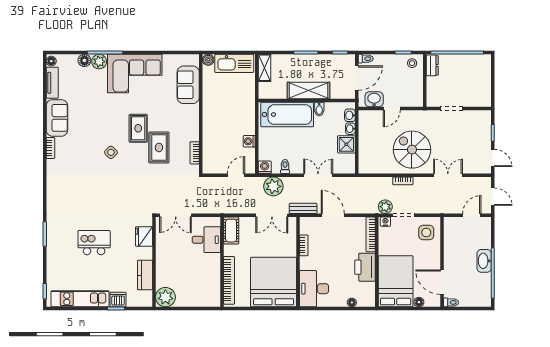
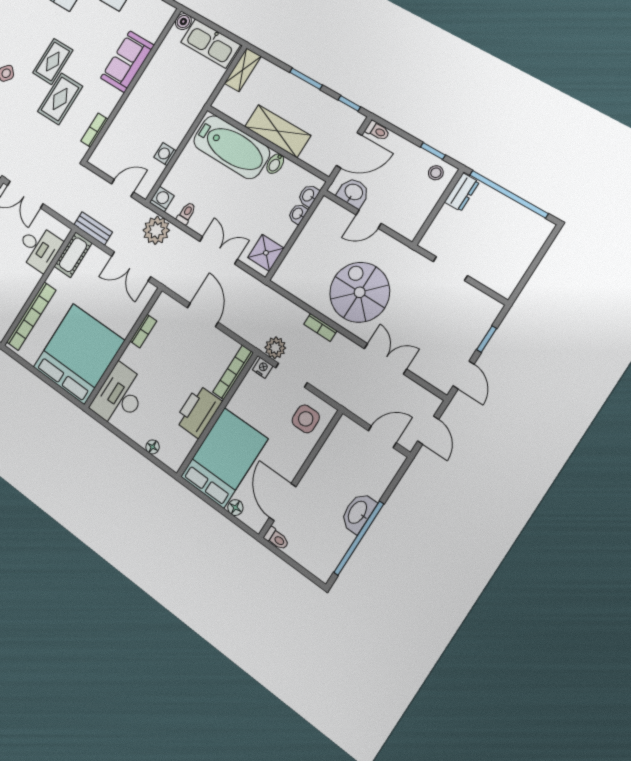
sofa: (188, 85) -> (127, 62), moved
shower: (346, 144) -> (266, 253), moved
bench: (303, 208) -> (93, 228), moved

